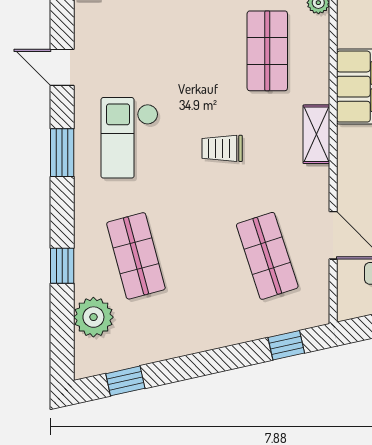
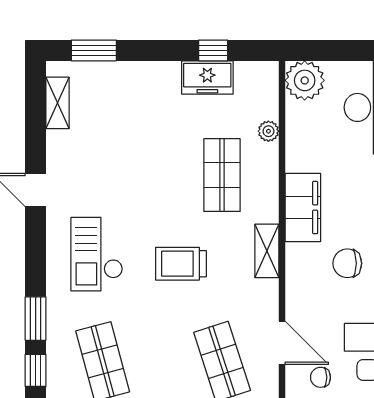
trolley: (222, 148) -> (181, 264), width x1.36, depth x1.39
window: (62, 153) -> (36, 319), moved

